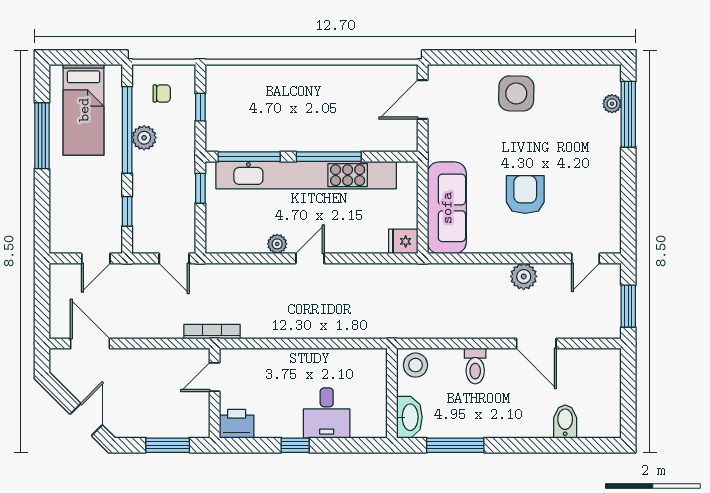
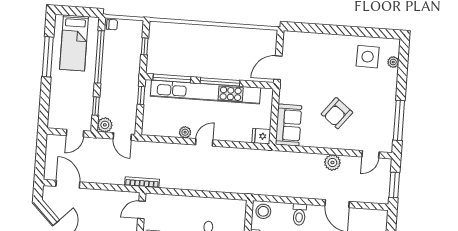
chair: (162, 93) -> (112, 25), moved
side table: (516, 93) -> (368, 57), moved
door: (423, 100) -> (278, 68), moved
window: (628, 114) -> (399, 120), moved
plant: (144, 138) -> (105, 125), moved
armchair: (525, 195) -> (337, 113), turned -142
sofa: (447, 208) -> (288, 125), width x0.73

